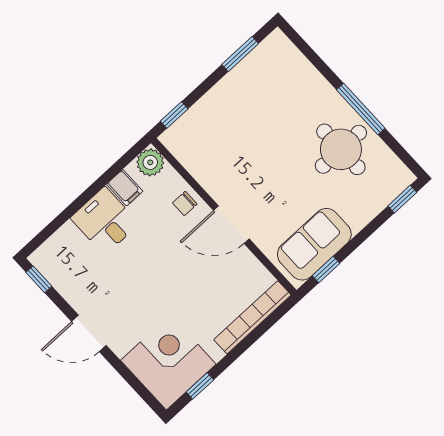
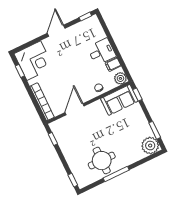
plant: (277, 54) -> (150, 146), added
door: (231, 225) -> (75, 109), moved
sofa: (314, 244) -> (119, 100), moved, turned 90

